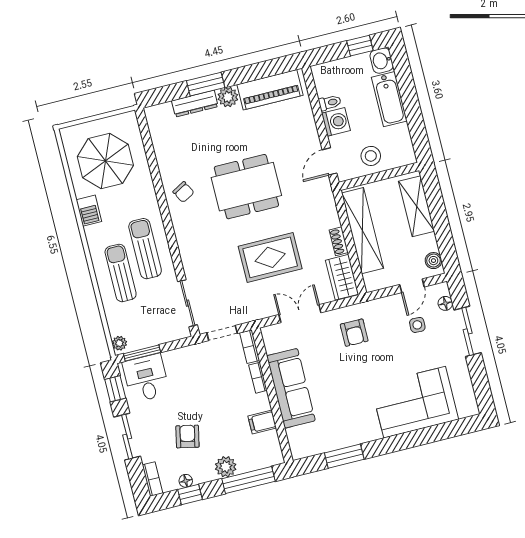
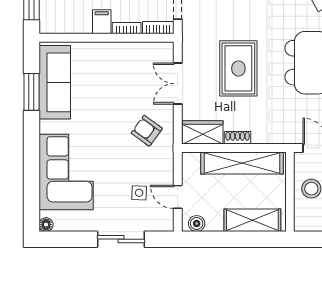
floor lamp: (445, 303) -> (46, 225), moved
double door: (300, 314) -> (178, 84), swing flipped
armchair: (354, 333) -> (147, 131), turned 36
sofa: (291, 388) -> (55, 82), moved, turned -90
filing cabinet: (262, 422) -> (102, 22), moved

